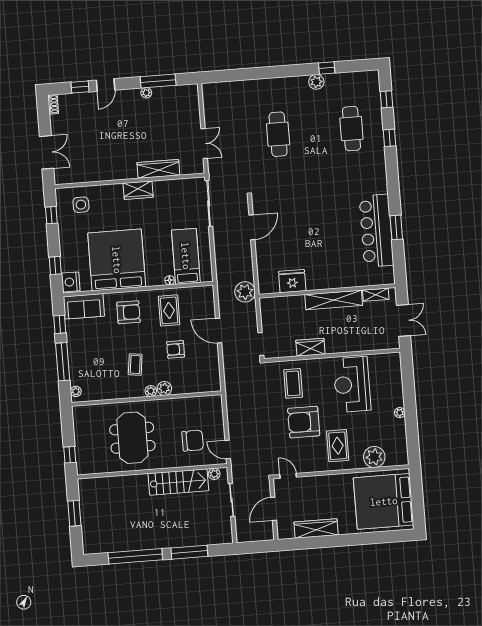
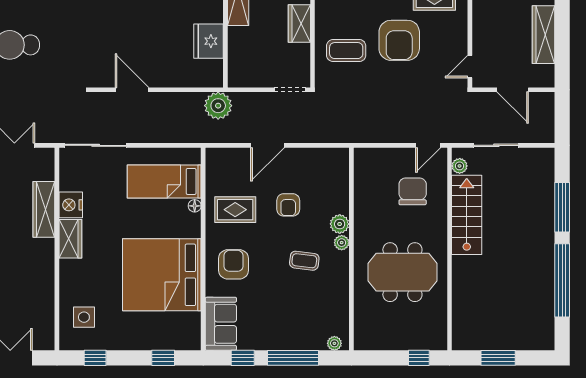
nightstand: (71, 282) -> (71, 205), moved, turned 90

